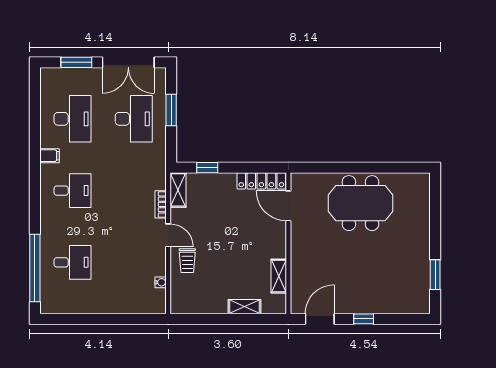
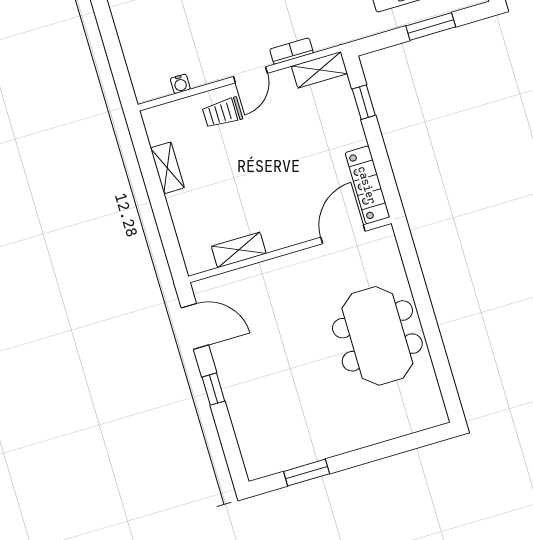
shelving: (245, 307) -> (167, 168), moved

